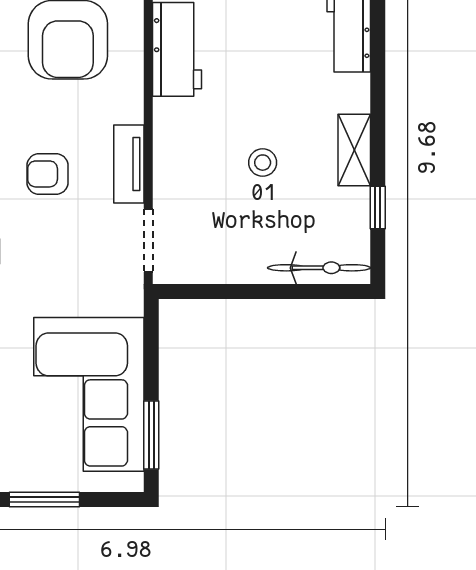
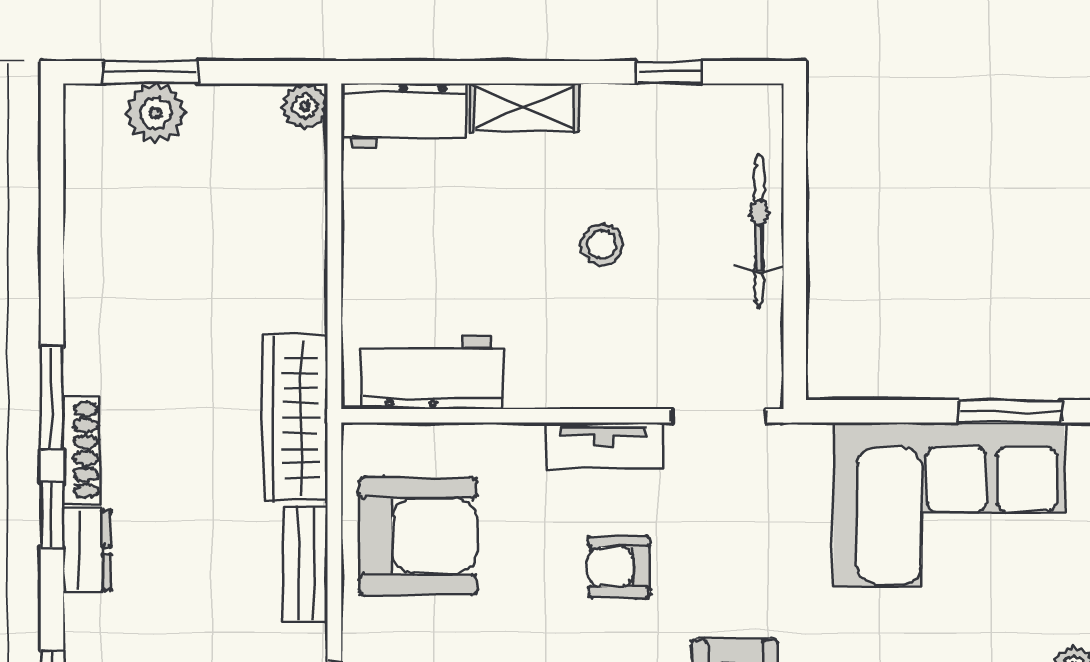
shelving: (354, 150) -> (525, 107), moved
armchair: (47, 174) -> (619, 567), turned 90
bicycle: (319, 268) -> (759, 231), moved

